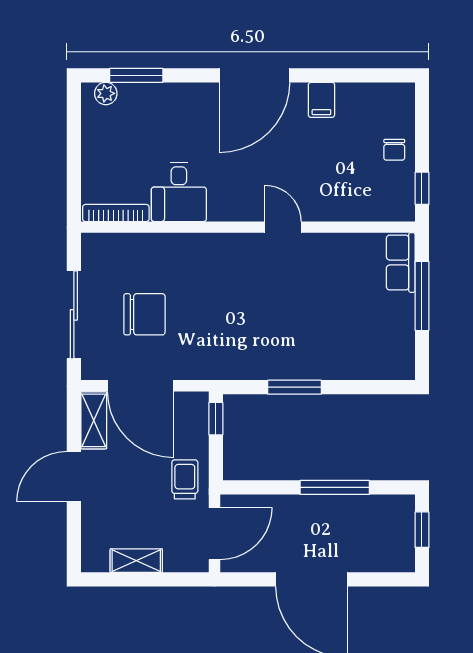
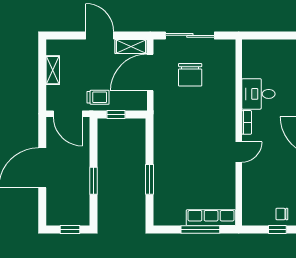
window: (422, 188) -> (277, 229), moved
bookcase: (116, 213) -> (247, 122), moved, width x0.64
row of seats: (401, 263) -> (211, 218), width x1.48
window: (294, 387) -> (149, 179), moved
window: (216, 419) -> (116, 115), moved
window: (335, 487) -> (94, 181), width x0.69

